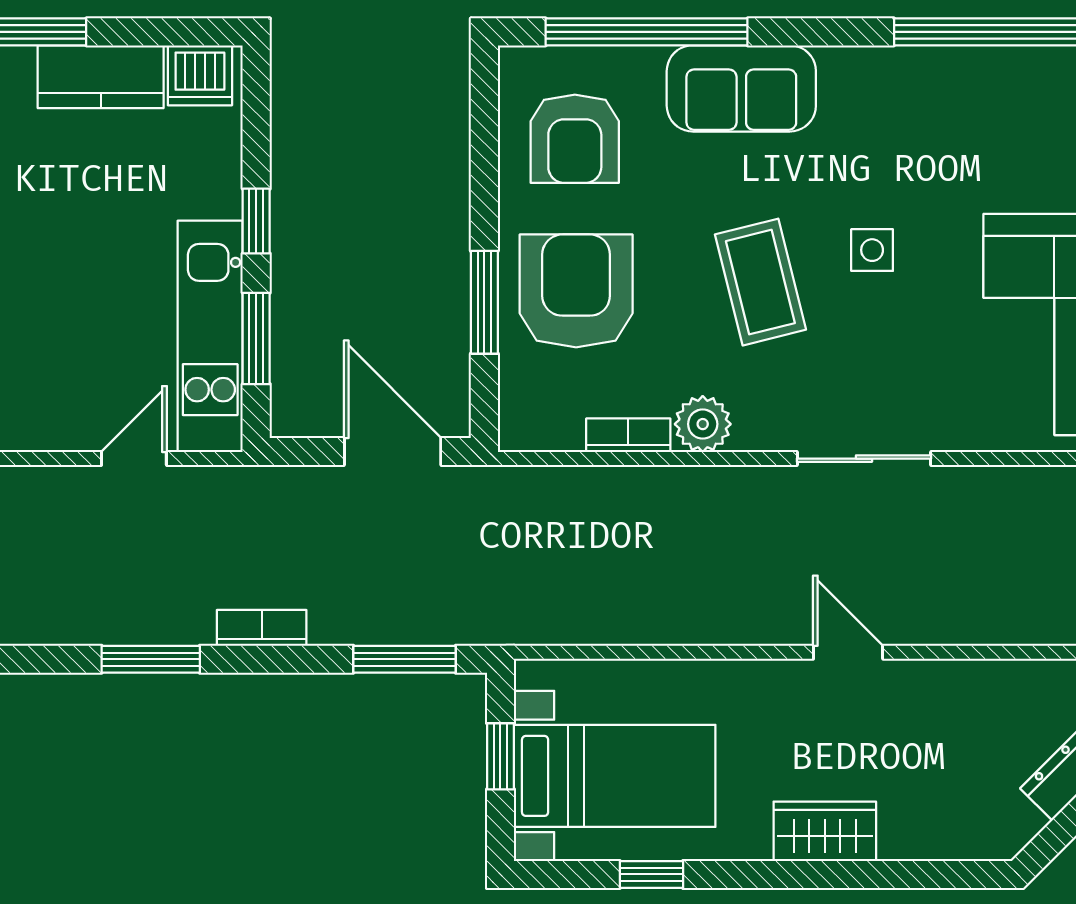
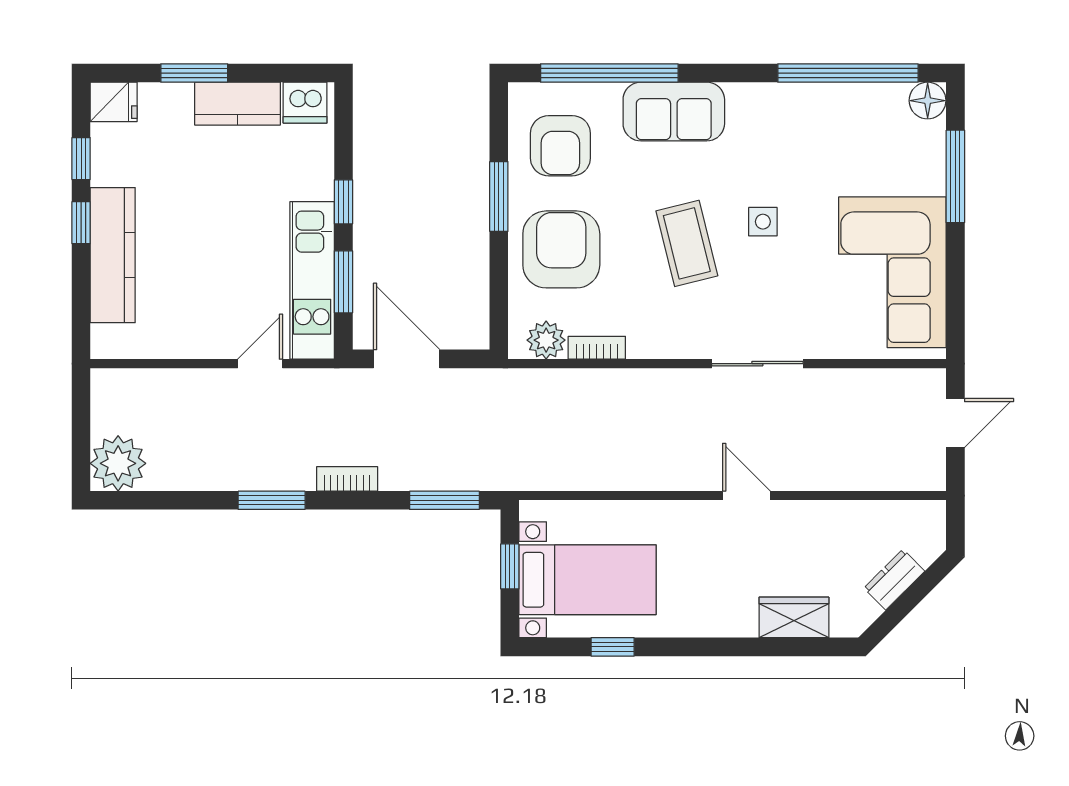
window: (484, 302) -> (499, 196), moved
plant: (703, 424) -> (546, 340), moved
door: (393, 452) -> (407, 359), moved
wardrobe: (825, 831) -> (794, 617), moved

